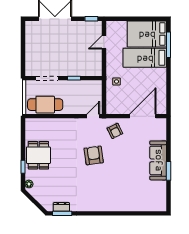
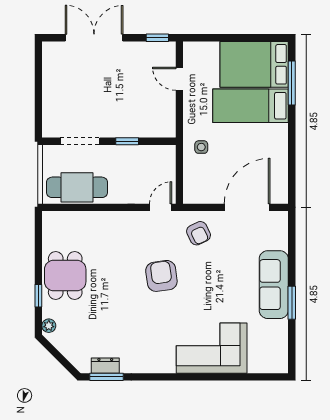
door: (104, 42) -> (179, 79), hinge flipped
corner sofa: (122, 197) -> (212, 348), added

